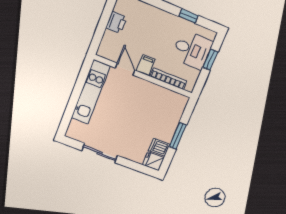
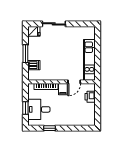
printer: (116, 23) -> (90, 97), moved
door: (125, 69) -> (74, 82), hinge flipped
dishwasher: (159, 147) -> (34, 65), moved
sliding door: (100, 153) -> (54, 24), moved

